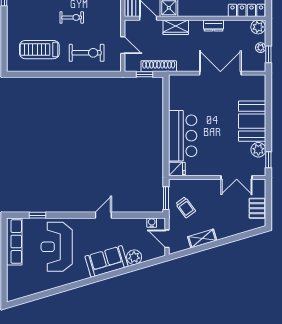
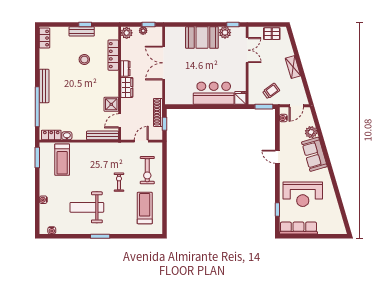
locker: (247, 10) -> (113, 55), moved
wardrobe: (176, 27) -> (127, 87), moved
treadmill: (39, 50) -> (145, 208), turned 180
exercise bike: (87, 53) -> (147, 170), turned 180
shelving: (202, 238) -> (293, 67), moved

